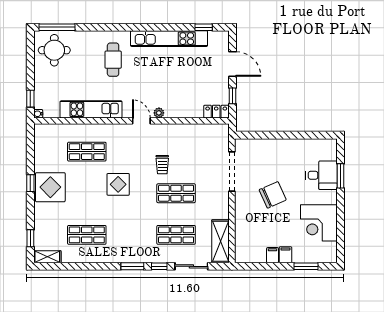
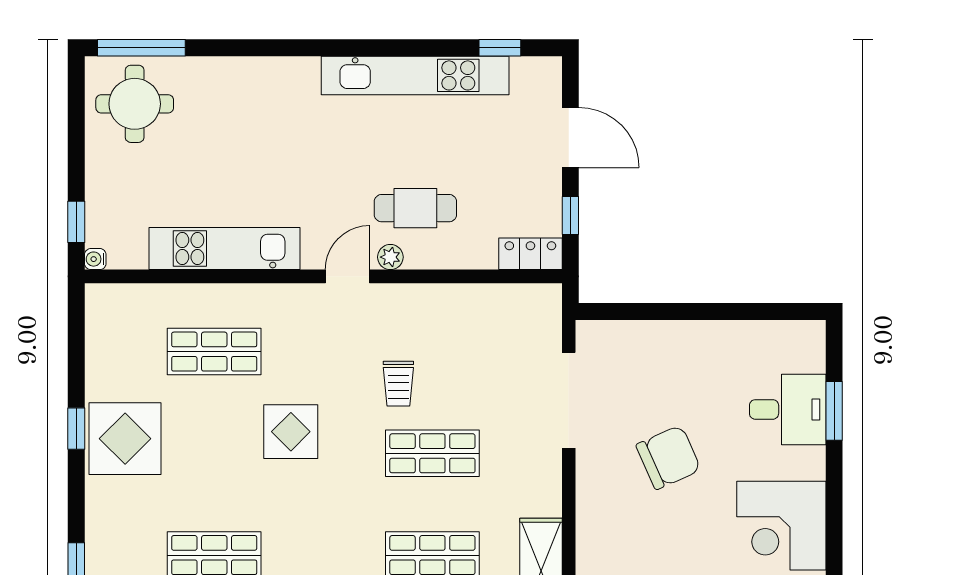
cafe table: (113, 60) -> (415, 208), moved, turned 90
door: (141, 121) -> (347, 276), hinge flipped

